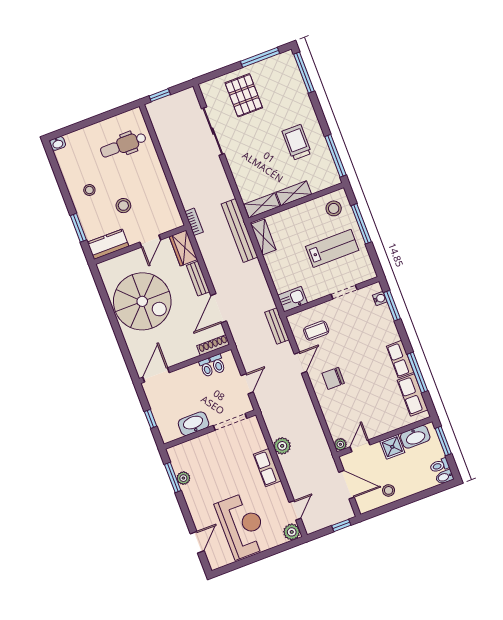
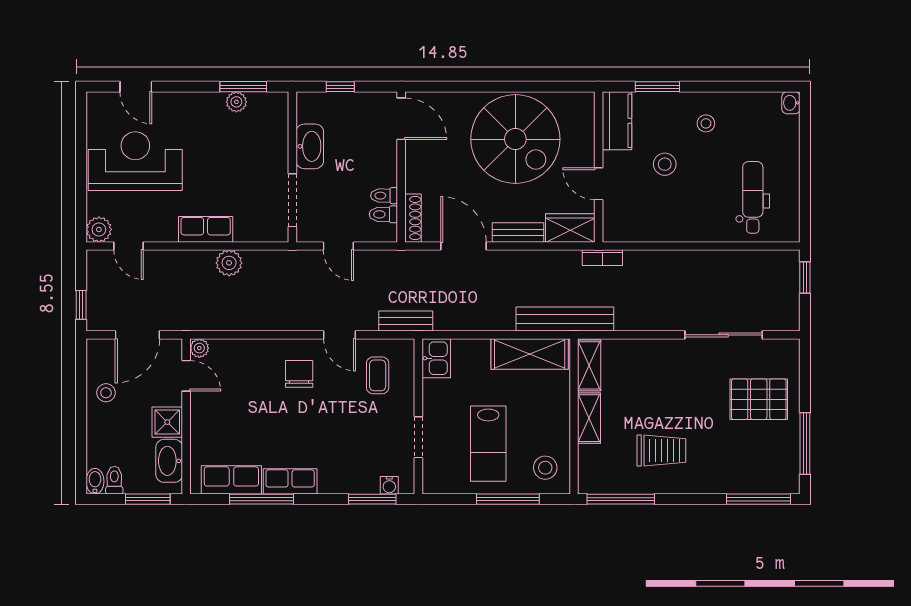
shelving: (263, 237) -> (530, 354), width x1.50, depth x1.33
spiral stairs: (142, 301) -> (515, 139), turned -90
reception desk: (242, 526) -> (135, 161), turned 180

